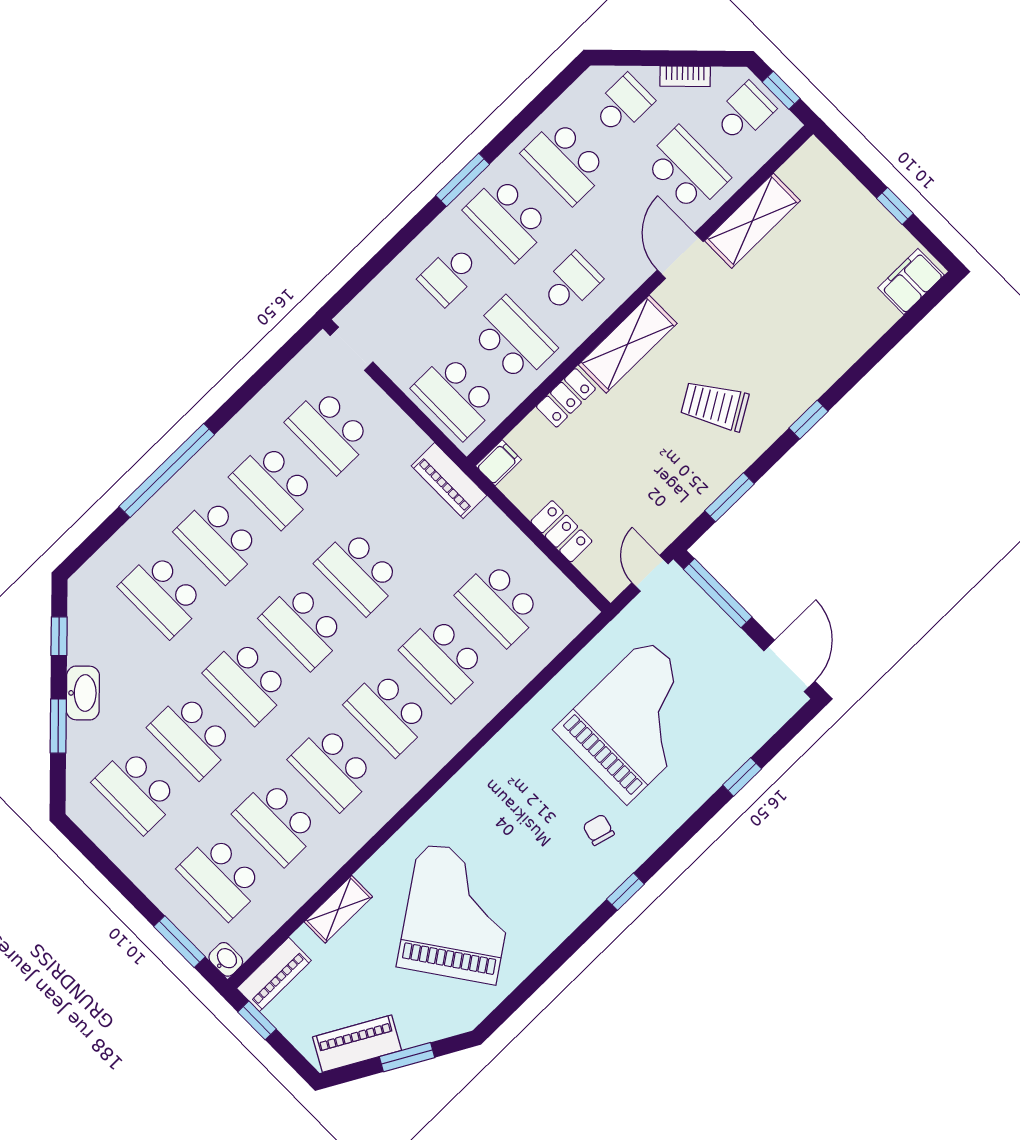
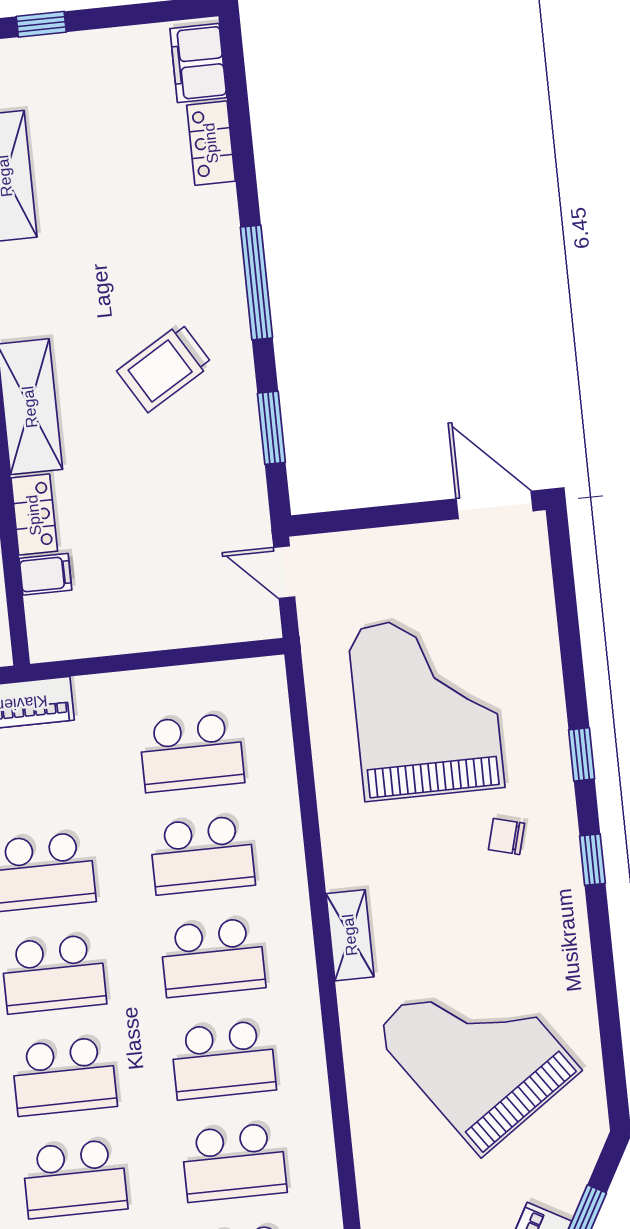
window: (895, 206) -> (41, 24), moved
window: (808, 420) -> (256, 282), width x2.17
filing cabinet: (499, 463) -> (45, 574), moved, turned 90
locker: (561, 531) -> (211, 143), moved, turned -90
window: (718, 593) -> (361, 519), removed
window: (742, 777) -> (582, 754), moved
shelving: (338, 909) -> (350, 935), moved

